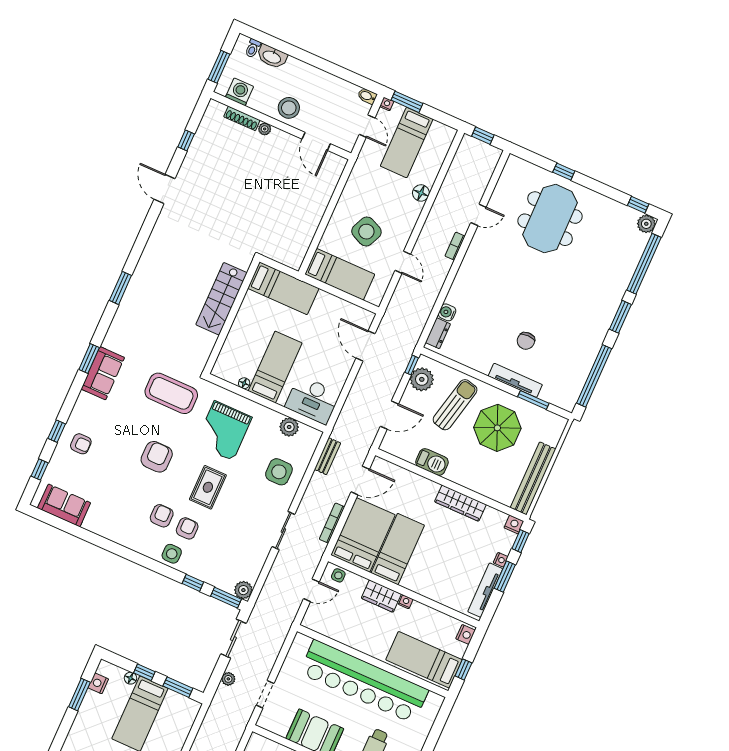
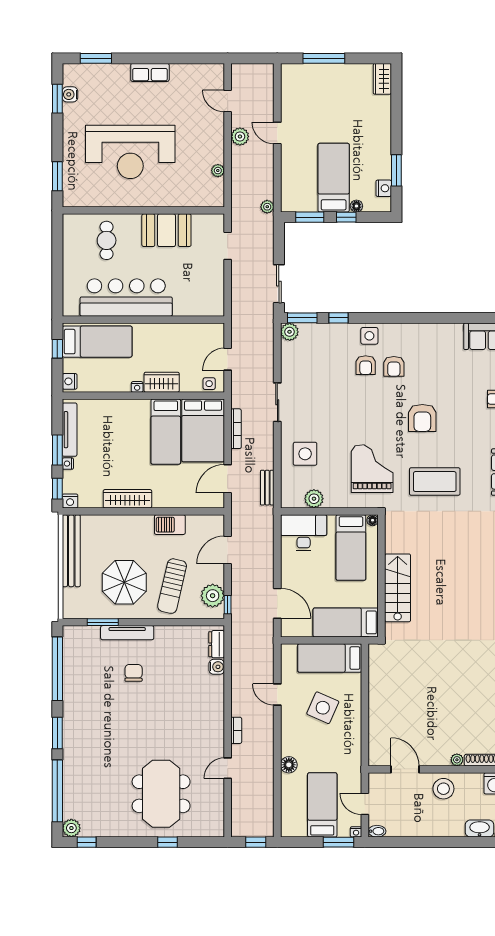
bed: (283, 288) -> (346, 622), moved
stairs: (221, 299) -> (398, 588), moved
wall: (231, 316) -> (381, 576), moved
rug: (208, 487) -> (363, 411), removed
plant: (228, 679) -> (267, 207), moved
bar counter: (364, 681) -> (126, 298), width x0.73

